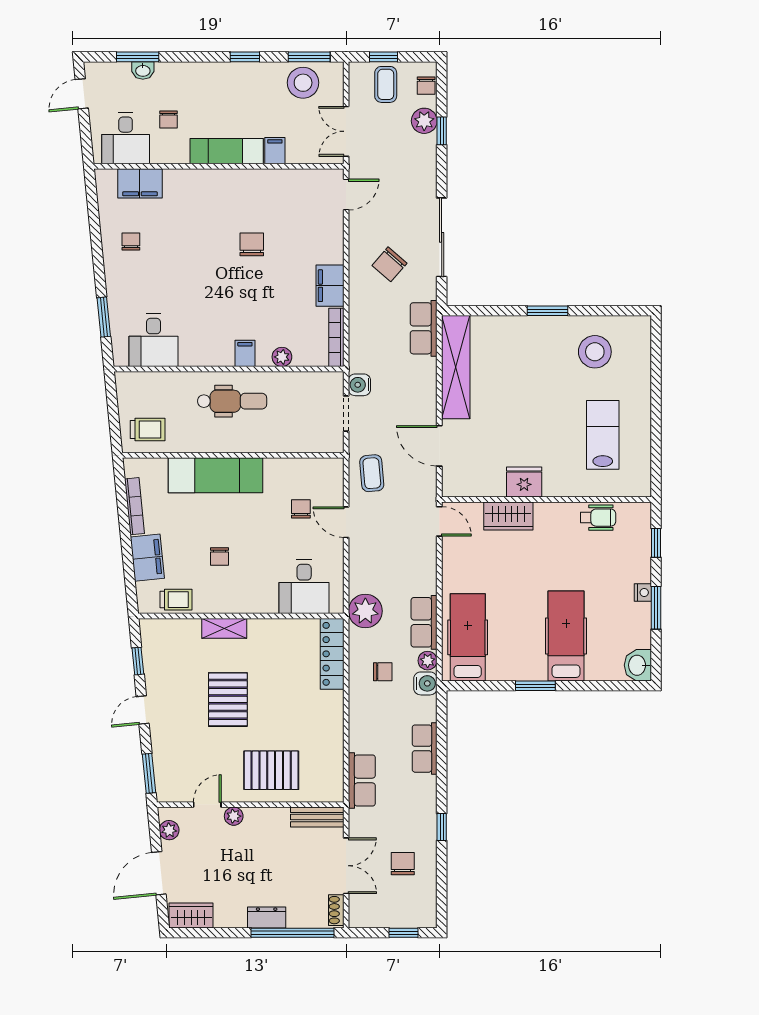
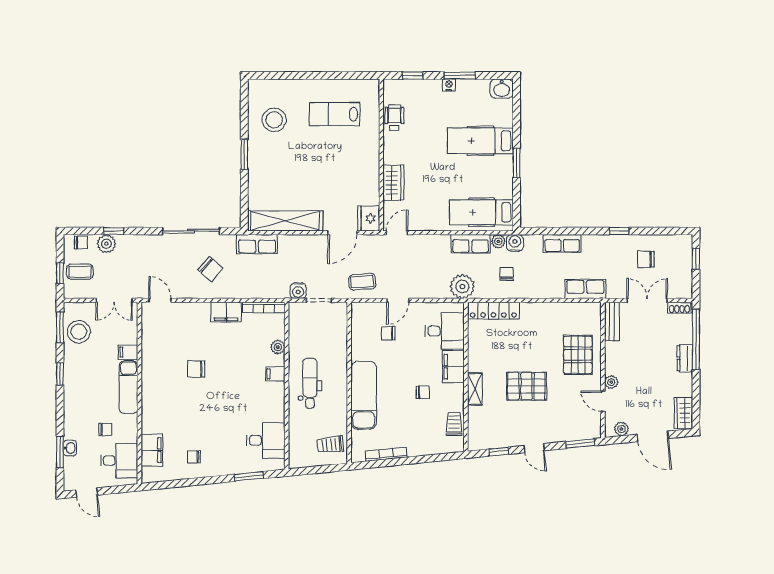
trolley: (148, 429) -> (331, 445), turned -96
fridge: (524, 482) -> (369, 218), moved
filing cabinet: (147, 558) -> (453, 367), moved, turned -84

